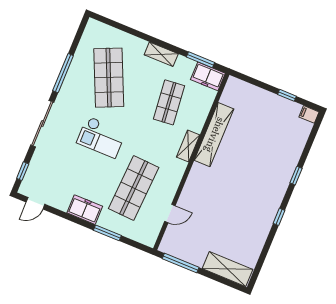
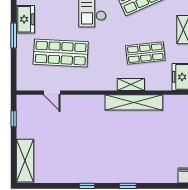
shelving: (188, 146) -> (131, 84), moved
window: (107, 233) -> (14, 35), moved
window: (181, 263) -> (14, 119), width x0.46

